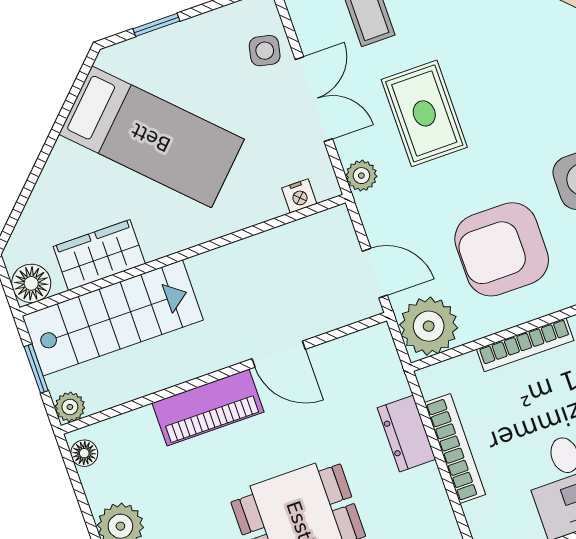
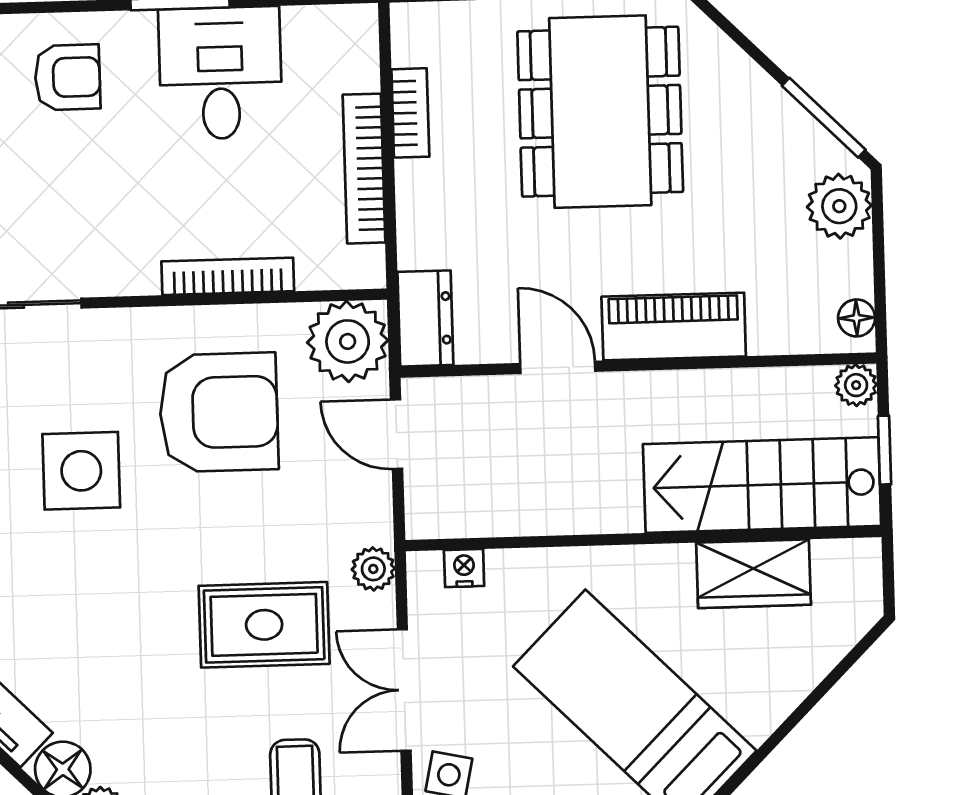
rug: (424, 113) -> (264, 625), turned 90
floor lamp: (31, 283) -> (855, 565), removed
dresser: (406, 434) -> (425, 318), moved
bookcase: (435, 497) -> (410, 113), added

